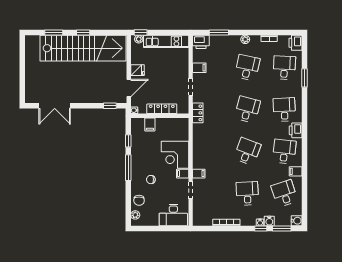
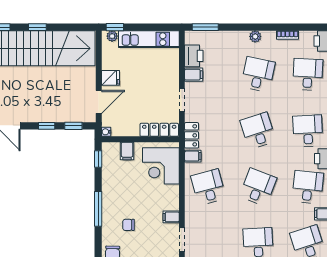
window: (219, 32) -> (205, 27), moved
printer: (201, 42) -> (194, 56), moved, turned -90
window: (90, 106) -> (47, 126), added
locker: (162, 109) -> (159, 130), moved
desk: (247, 110) -> (258, 131), turned -33
window: (128, 141) -> (98, 159), moved
desk: (210, 151) -> (208, 187), added
corner desk: (175, 155) -> (161, 166), moved
filing cabinet: (199, 174) -> (193, 156), moved

